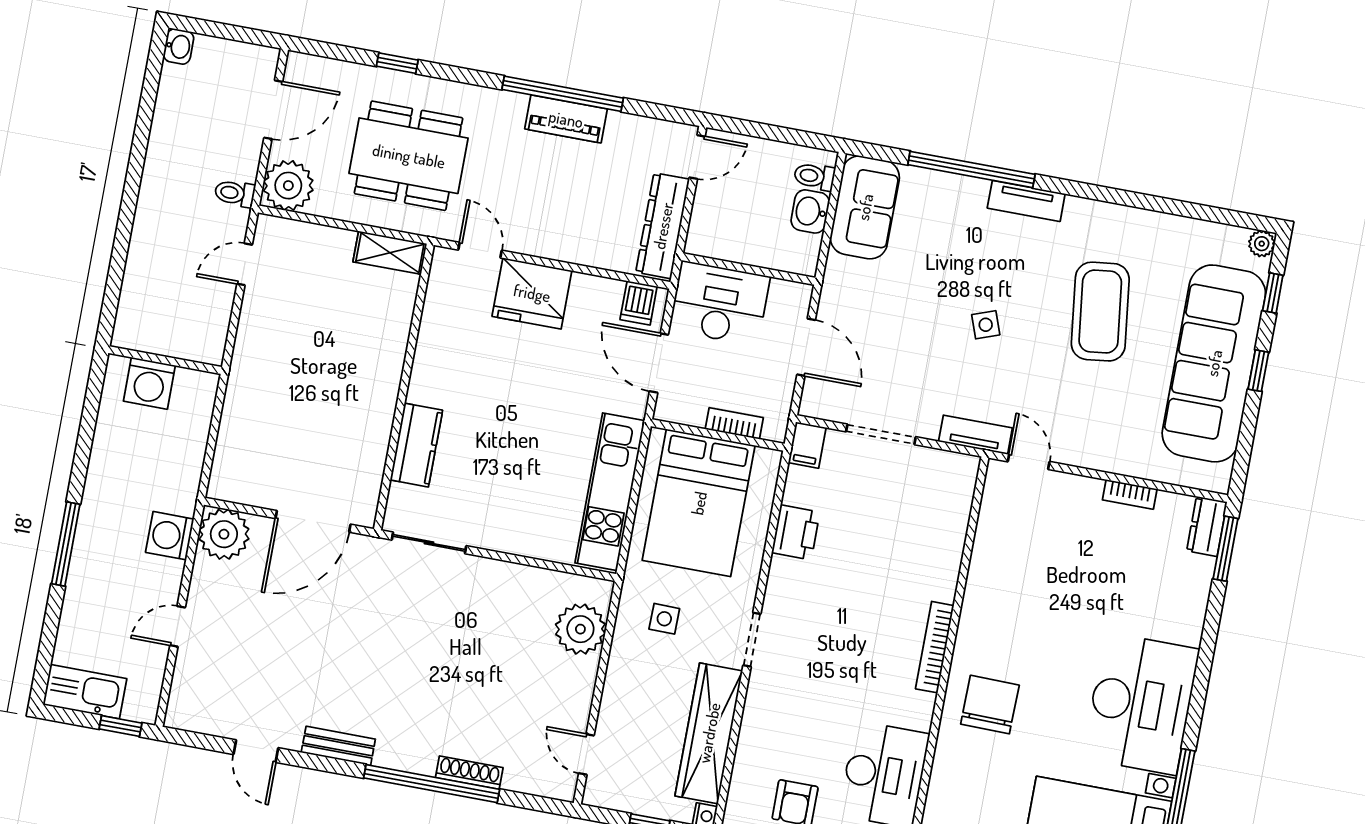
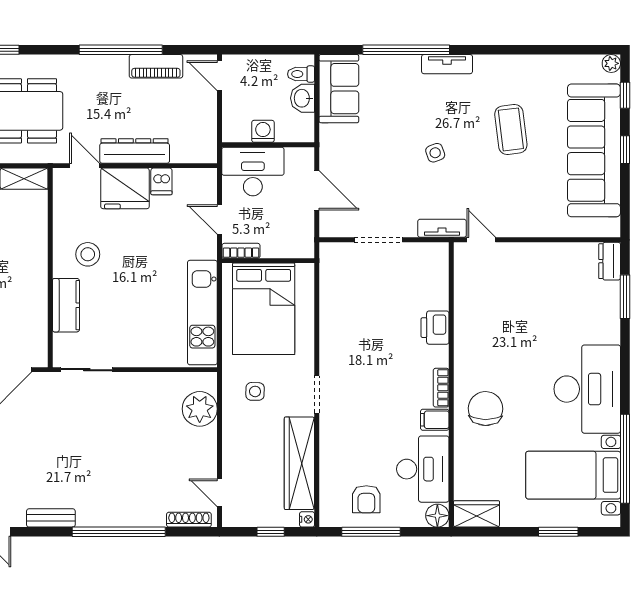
piano: (566, 119) -> (156, 66), moved
door: (697, 157) -> (219, 76), swing flipped
dresser: (663, 226) -> (135, 151), moved, turned 90
washing machine: (745, 248) -> (263, 131), added
dishwasher: (639, 303) -> (161, 181), moved
coffee table: (1100, 312) -> (511, 129), width x0.73, depth x0.76
door: (659, 363) -> (219, 219), width x0.73
stool: (461, 378) -> (88, 254), added
bookcase: (734, 423) -> (241, 251), moved
filing cabinet: (807, 445) -> (435, 420), moved, turned 90
bookcase: (1130, 494) -> (554, 249), removed
printer: (796, 532) -> (435, 328), moved, turned 180
window: (1225, 549) -> (625, 297), moved
bookcase: (935, 647) -> (441, 388), width x0.64
shoe rack: (469, 773) -> (189, 520), moved

